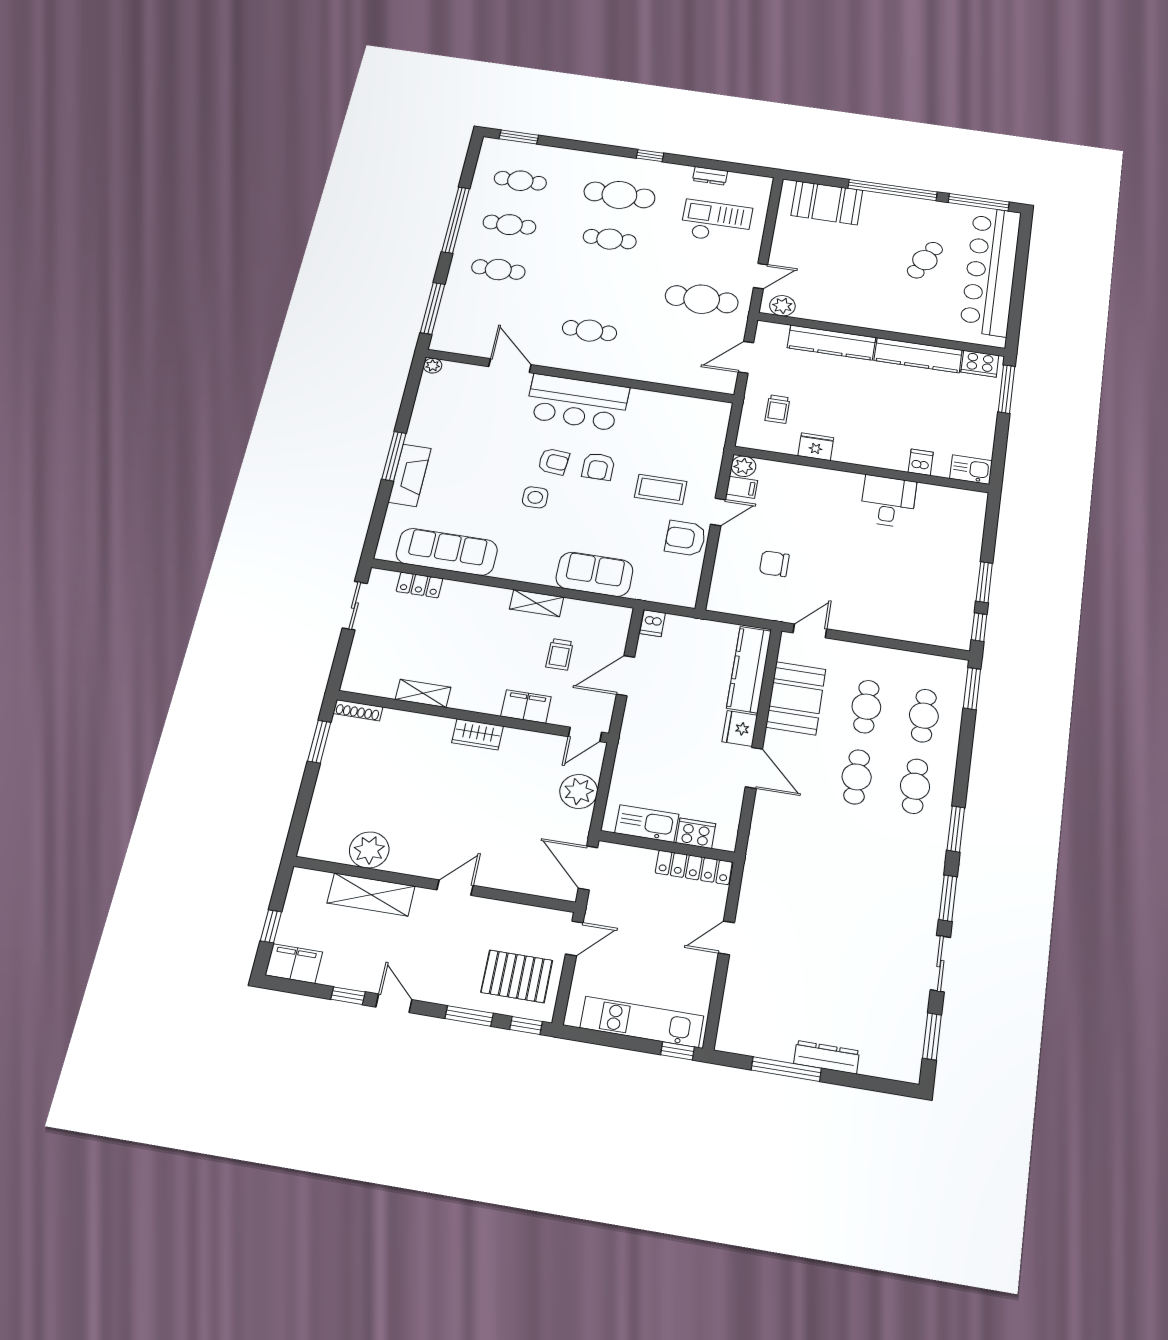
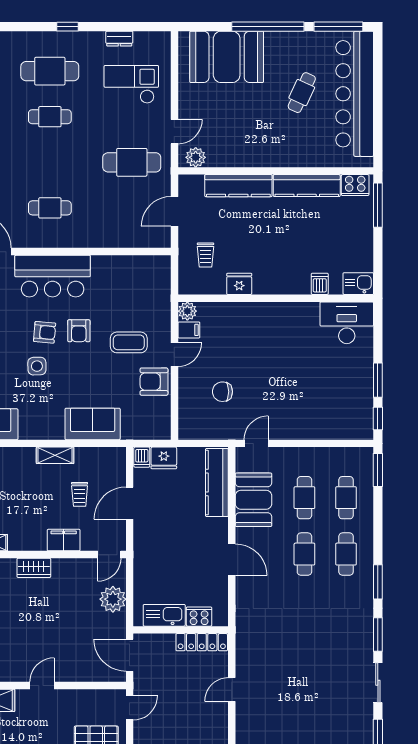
booth: (827, 203) -> (227, 57), width x1.36, depth x1.42
desk: (888, 501) -> (347, 323), moved, width x1.37
fridge: (740, 728) -> (164, 458), moved, turned -90

